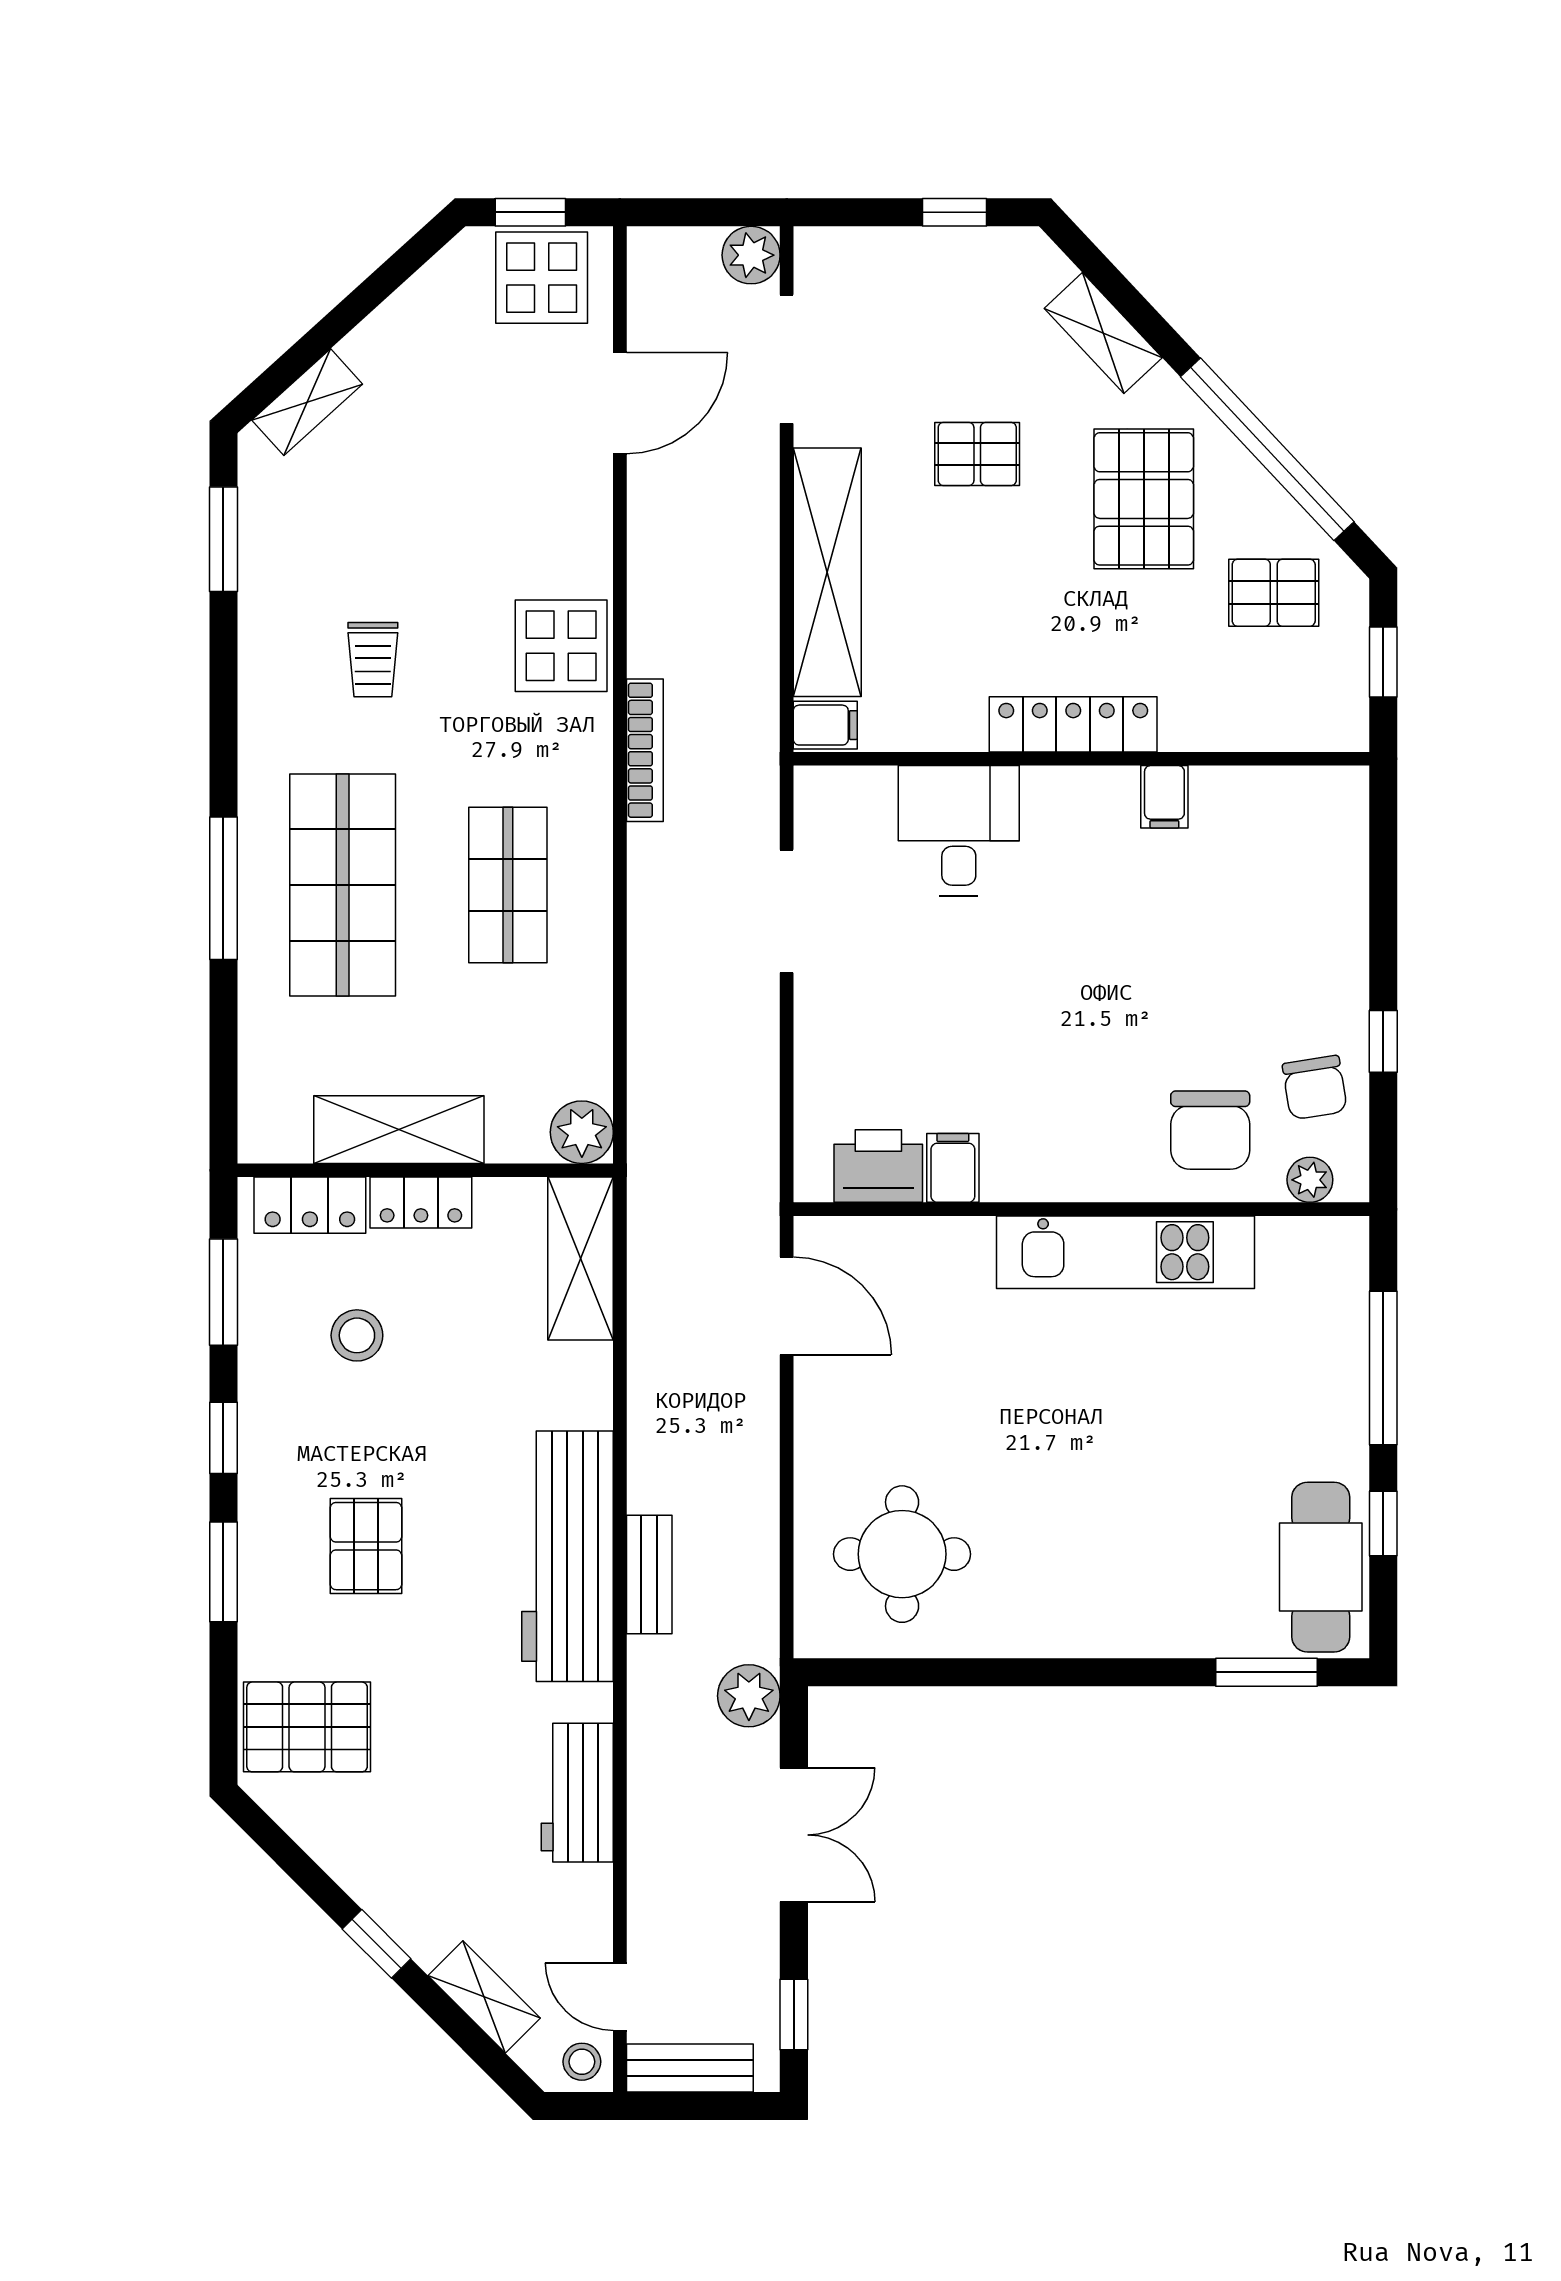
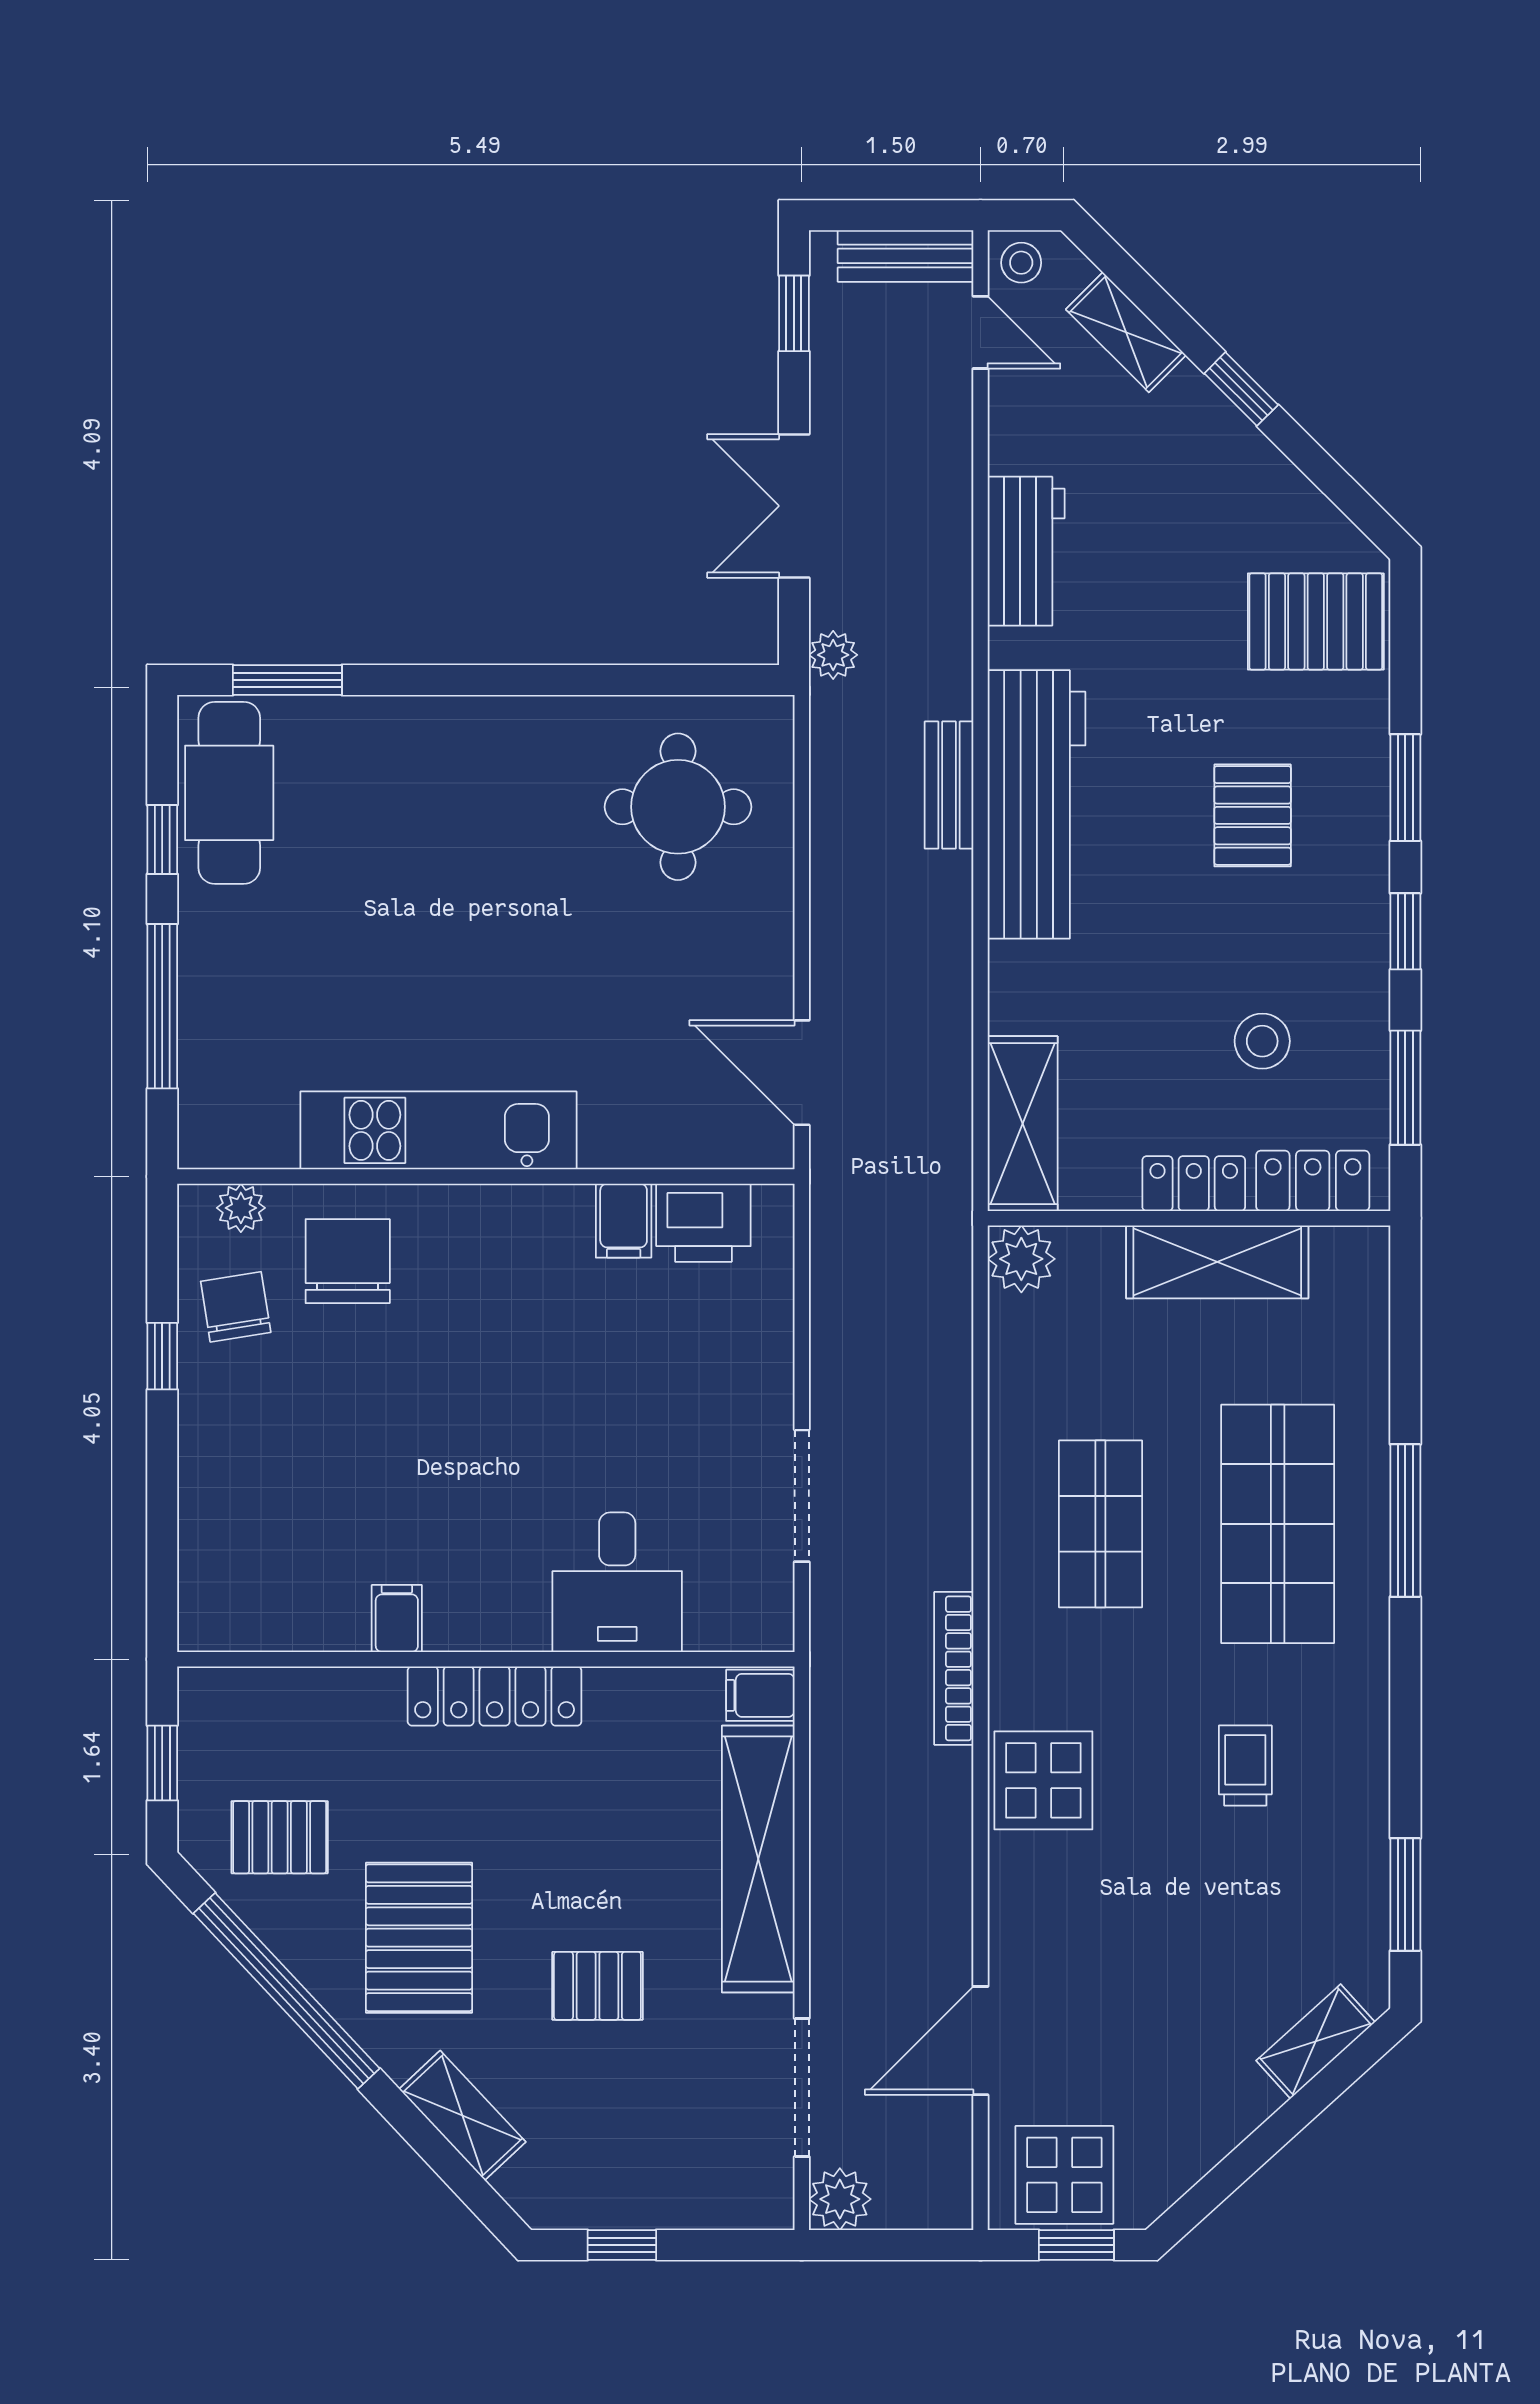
plant: (749, 1696) -> (833, 655), width x0.73, depth x0.73

